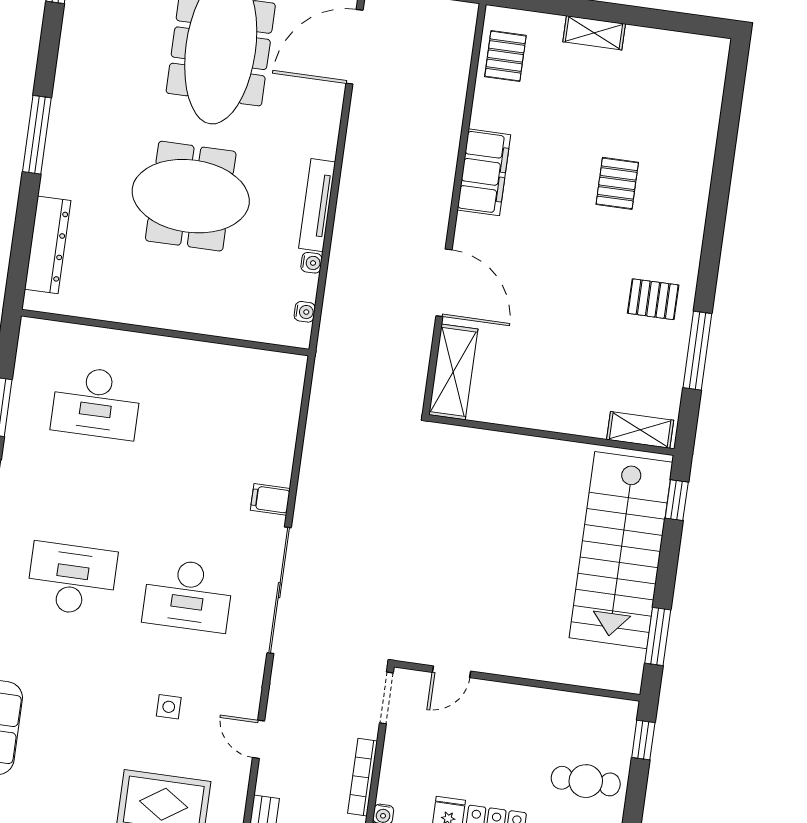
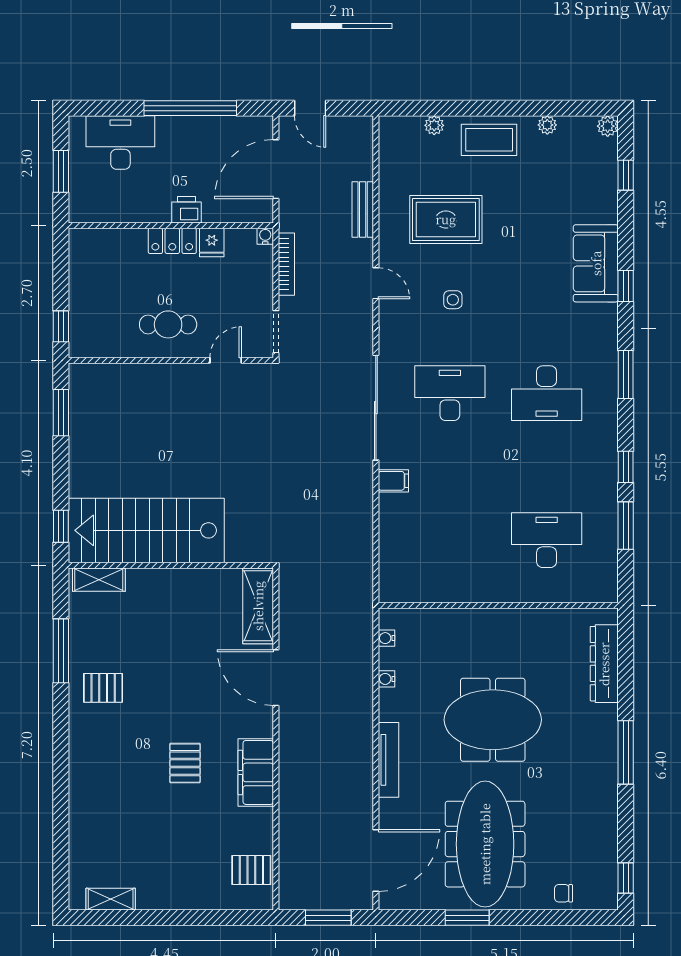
shelving: (594, 33) -> (111, 899), moved
pallet: (505, 56) -> (251, 870), turned 90
pallet: (617, 183) -> (185, 763), moved
tv unit: (317, 205) -> (388, 760), moved
stairs: (621, 550) -> (146, 530), moved, turned -90
cafe table: (586, 781) -> (168, 324), moved

